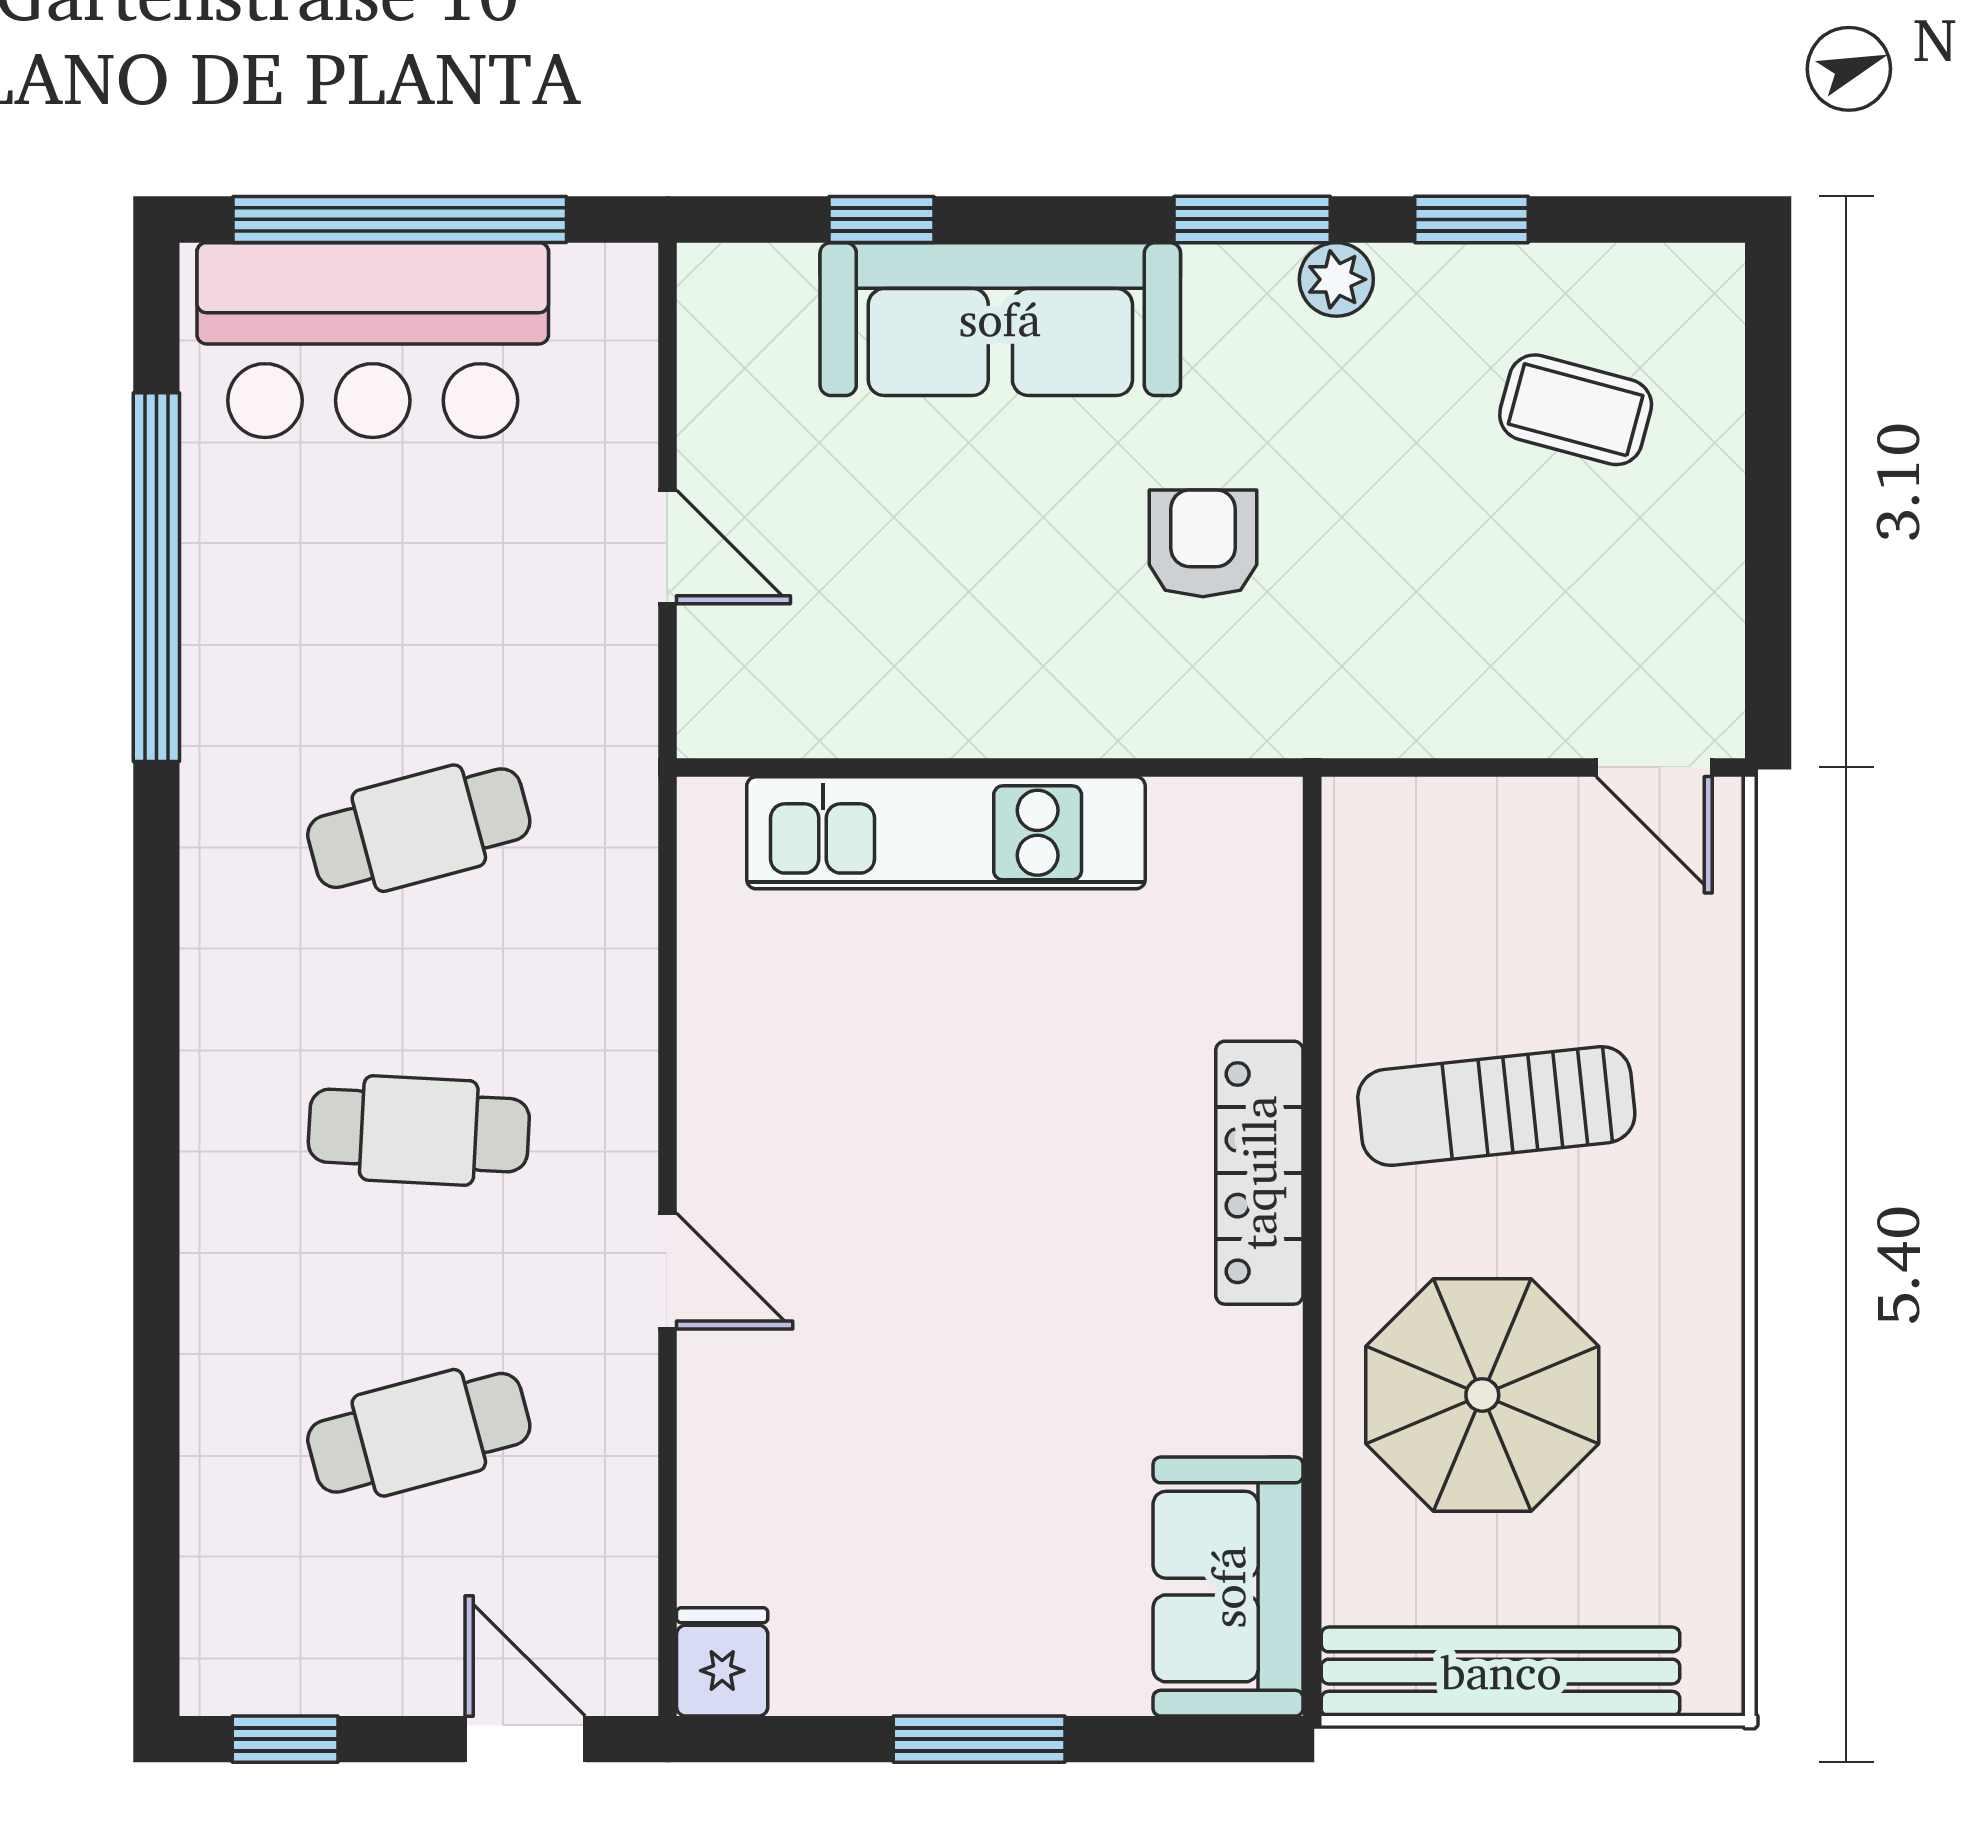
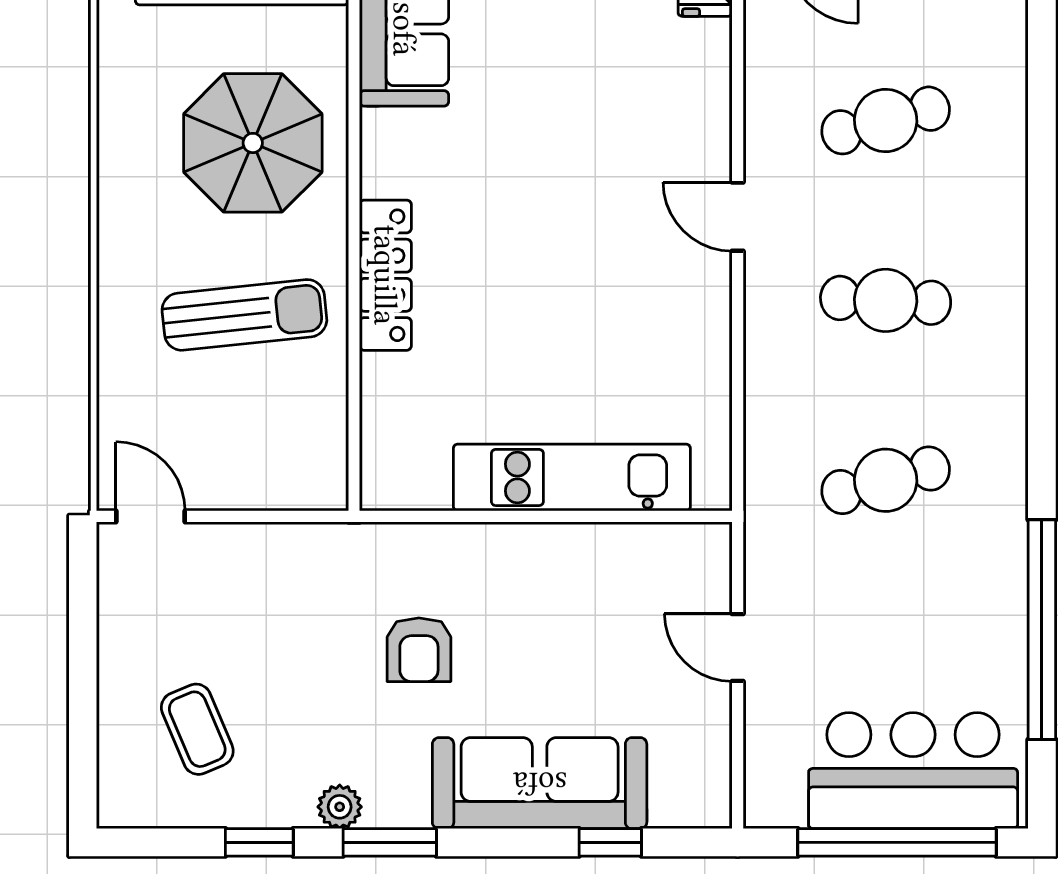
coffee table: (1576, 410) -> (197, 729), turned 52

